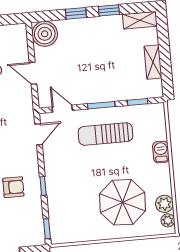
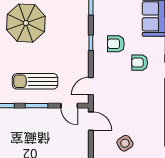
door: (33, 73) -> (91, 121), moved
sun lounger: (105, 134) -> (35, 81), turned 180

